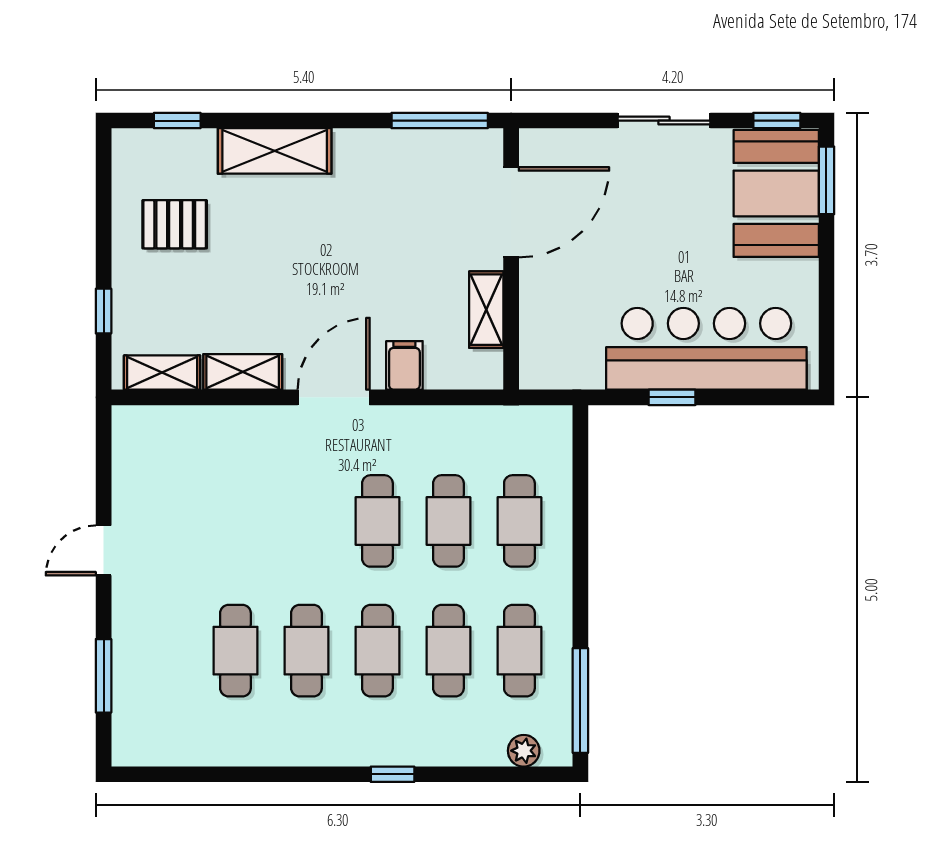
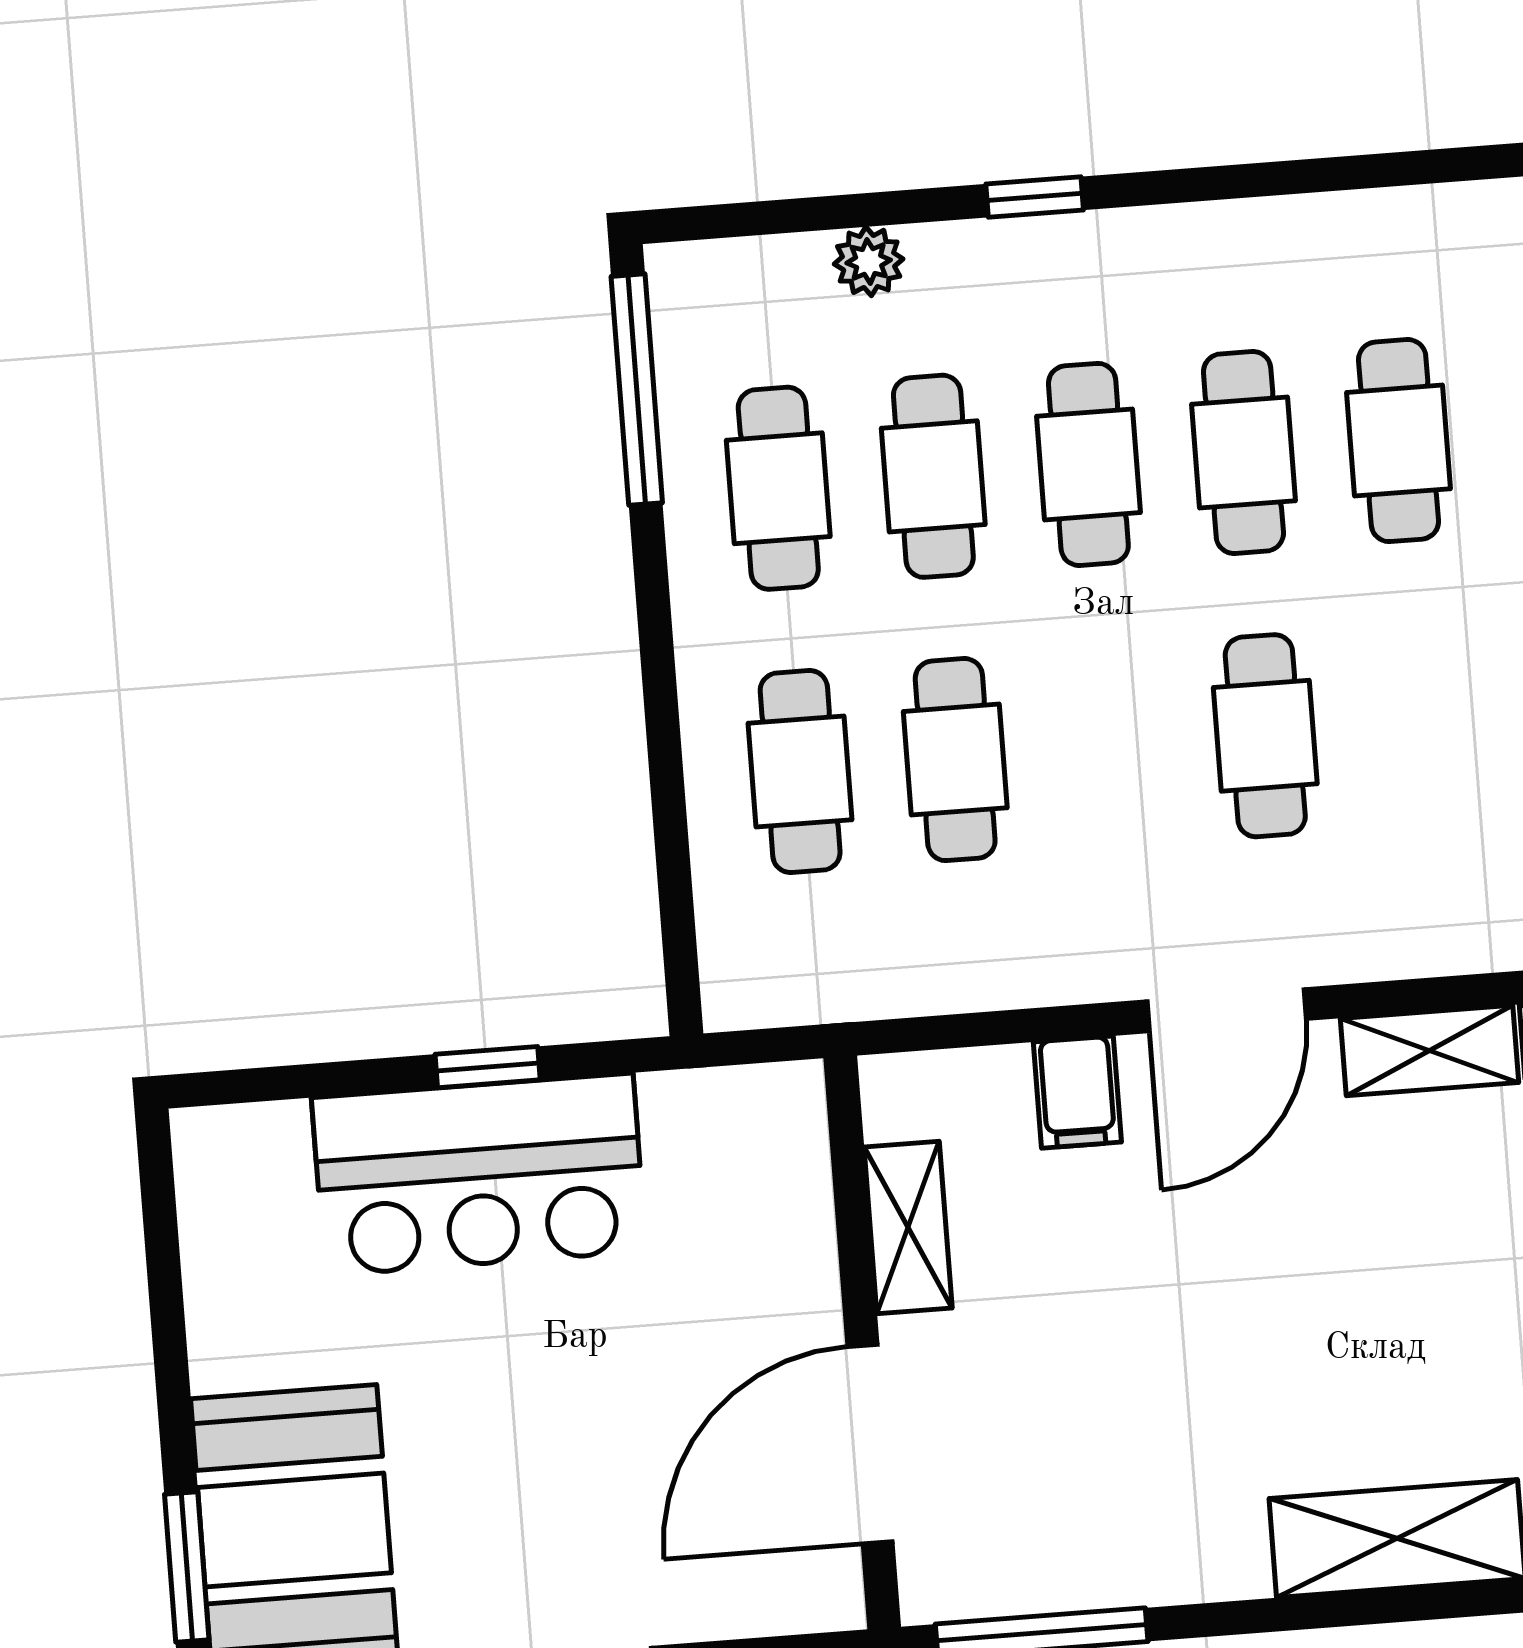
bar counter: (706, 349) -> (479, 1174), width x0.73
cafe table: (377, 521) -> (1265, 736), moved
plant: (524, 751) -> (869, 261), moved

